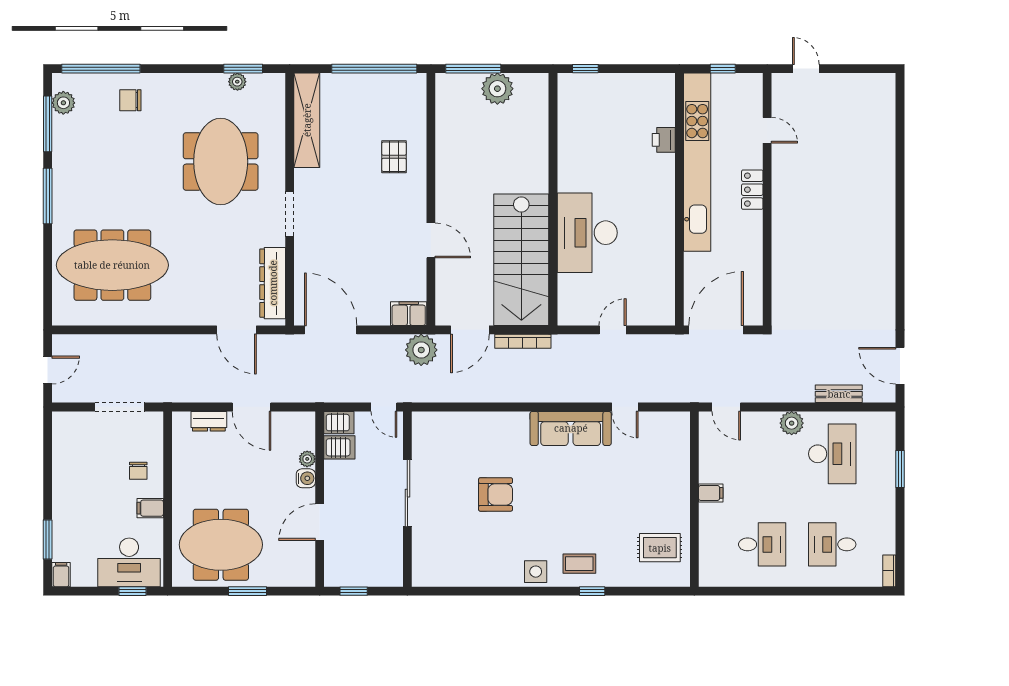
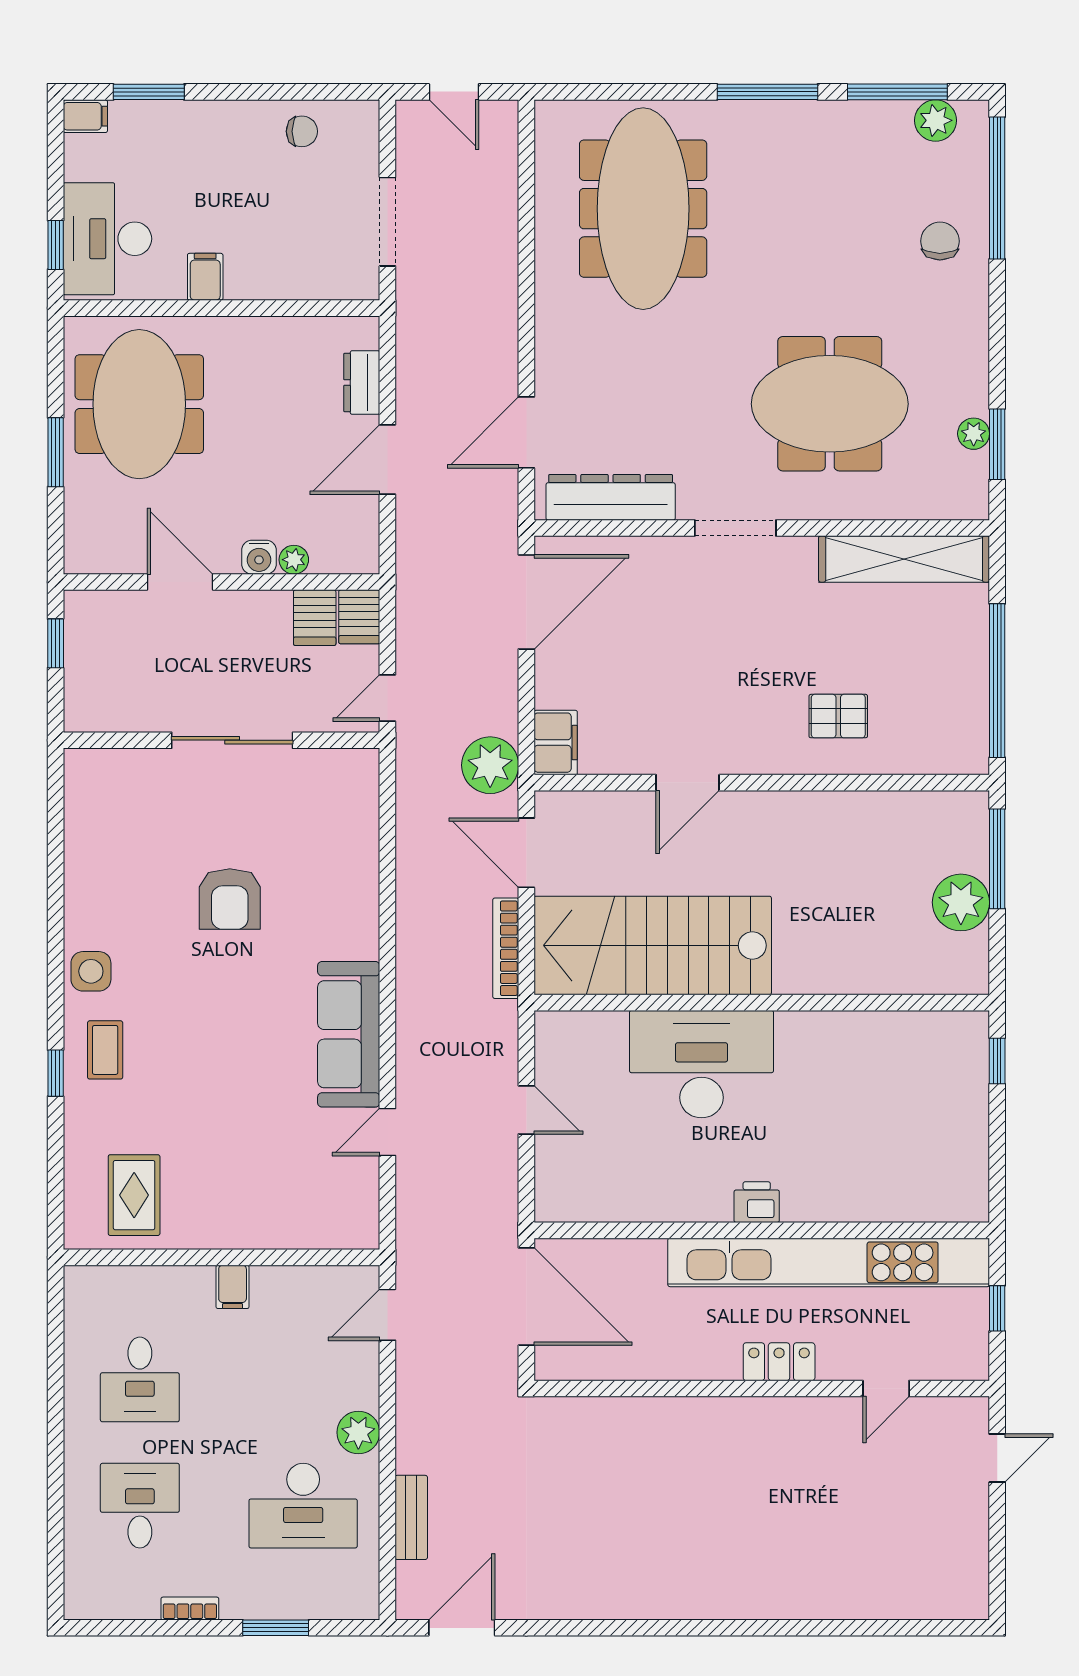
printer: (664, 140) -> (757, 1202), moved
chair: (138, 471) -> (302, 131), moved, turned 180
bookcase: (889, 571) -> (190, 1609), moved

